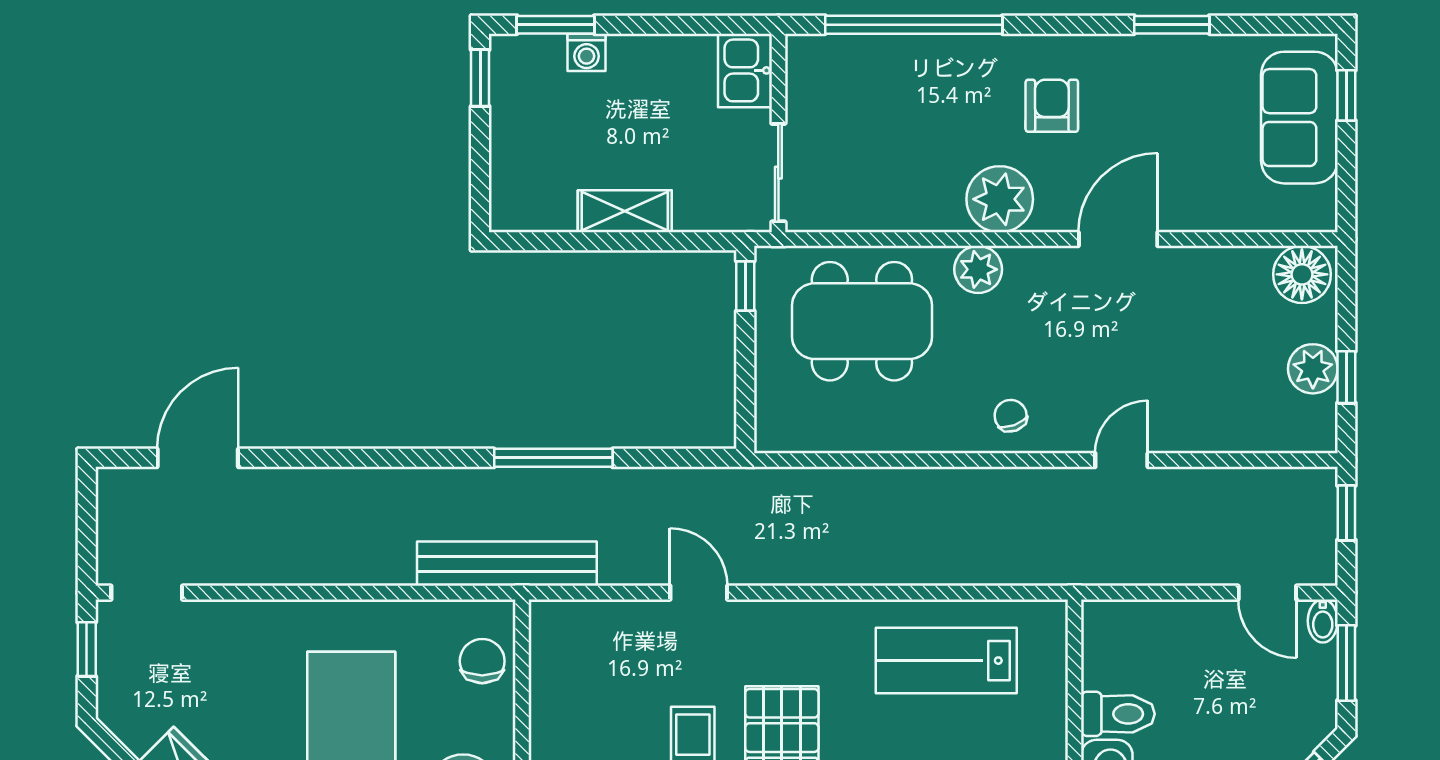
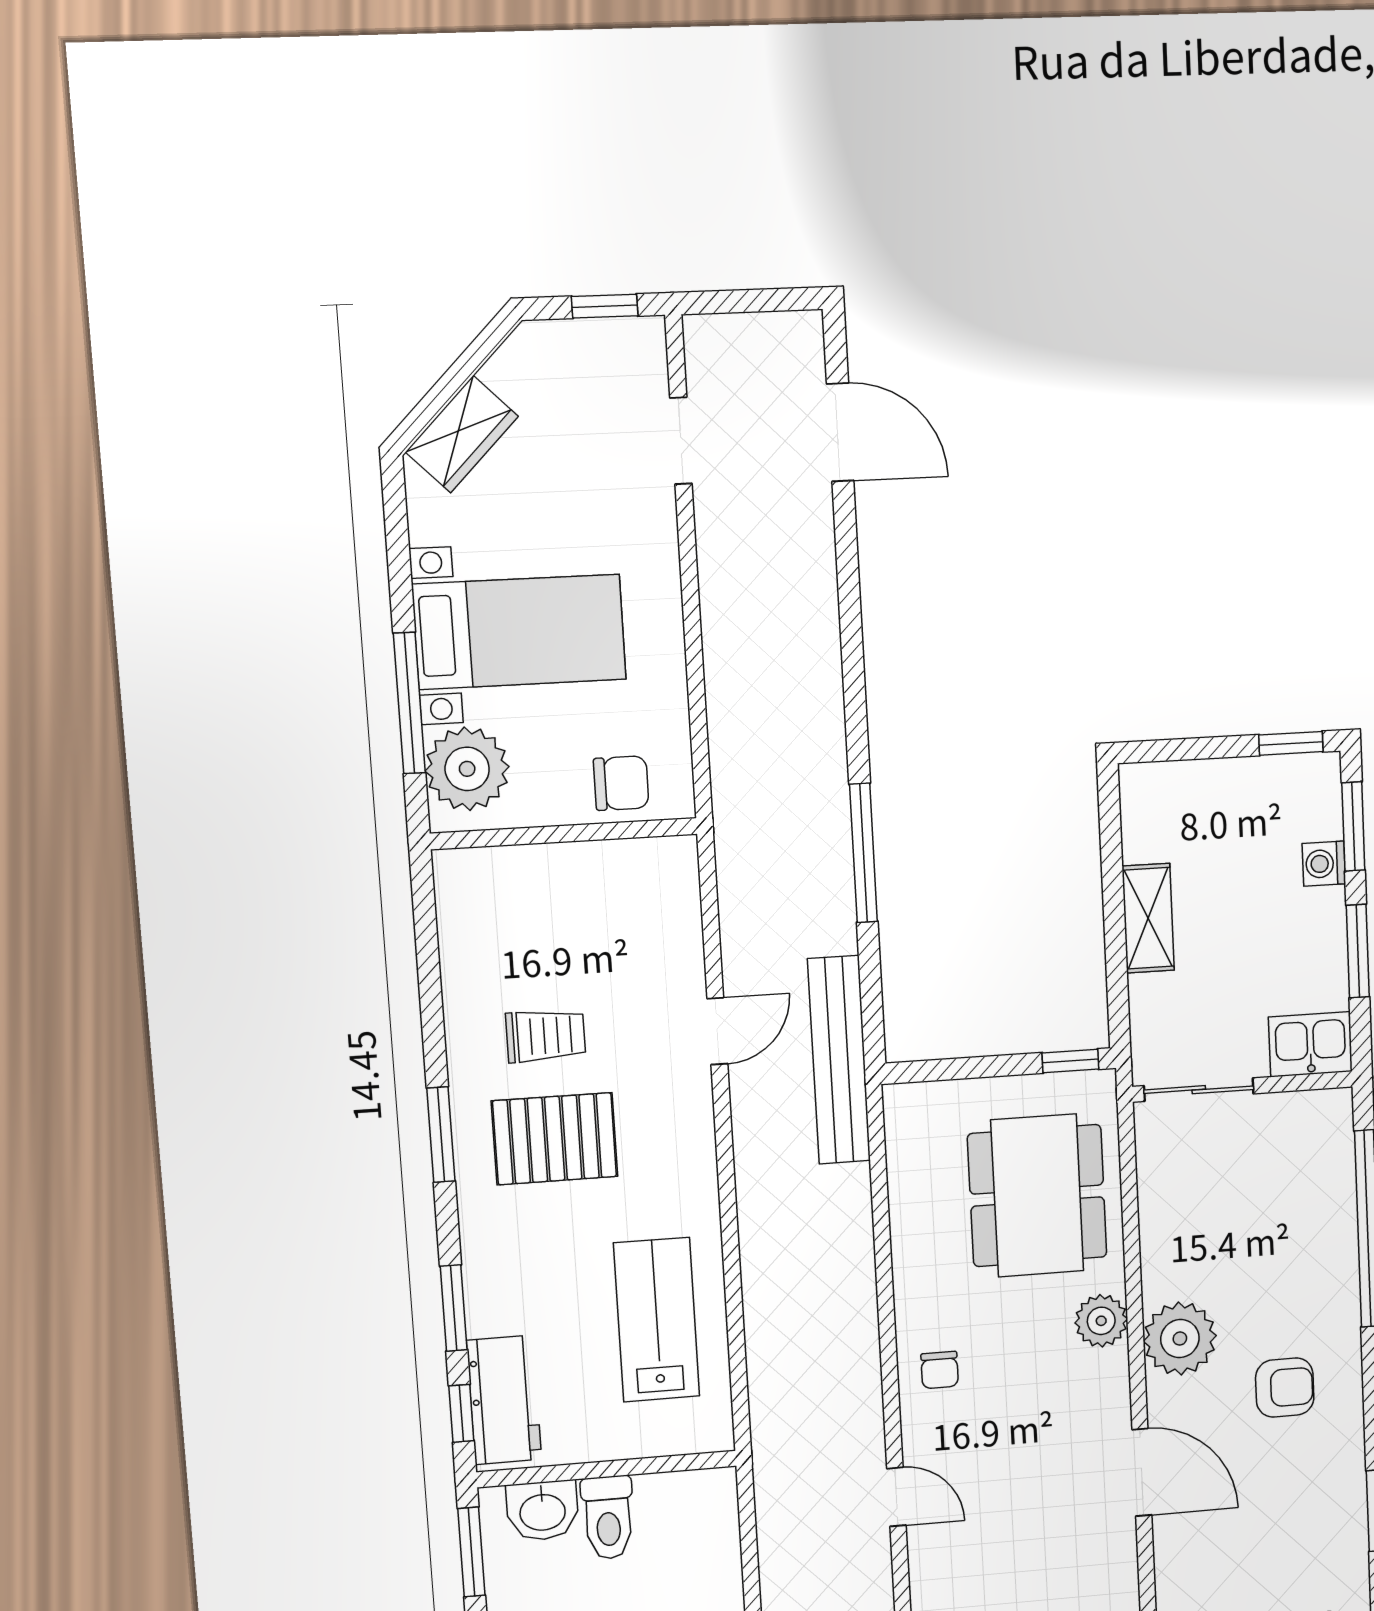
window: (665, 25) -> (1358, 951), added
chair: (1011, 416) -> (940, 1370), turned 110
bench: (507, 564) -> (839, 1060), moved
doorway: (147, 593) -> (681, 441), moved

